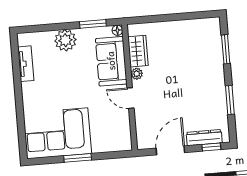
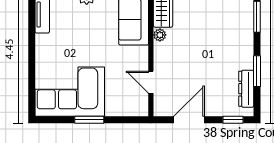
door: (131, 98) -> (151, 82), moved
dresser: (204, 138) -> (246, 89), moved, turned -90

